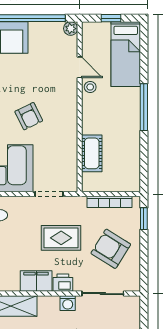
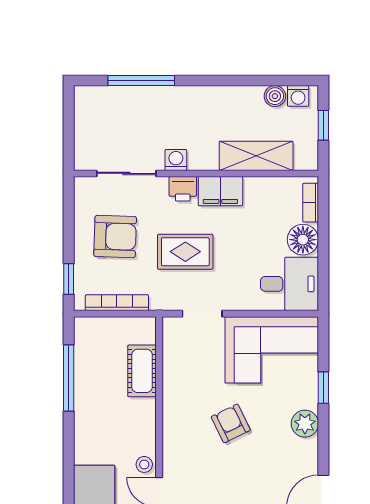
window: (144, 107) -> (69, 378), moved
armchair: (111, 249) -> (115, 237), turned -30

